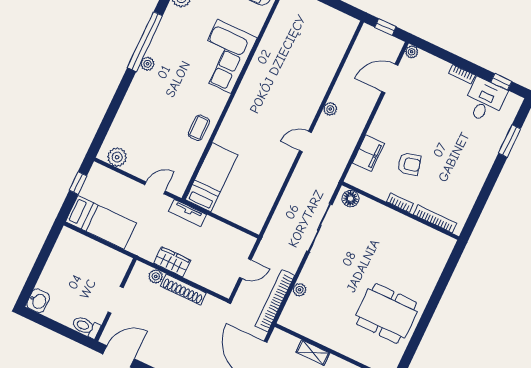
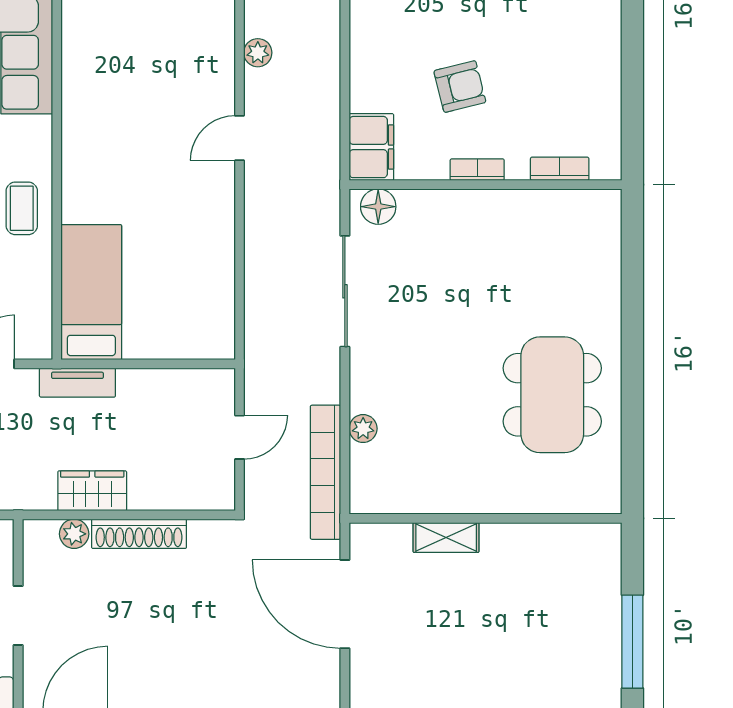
filing cabinet: (368, 153) -> (371, 147), moved
bookcase: (435, 219) -> (560, 169), width x0.64
dining table: (387, 313) -> (552, 395), turned 90

